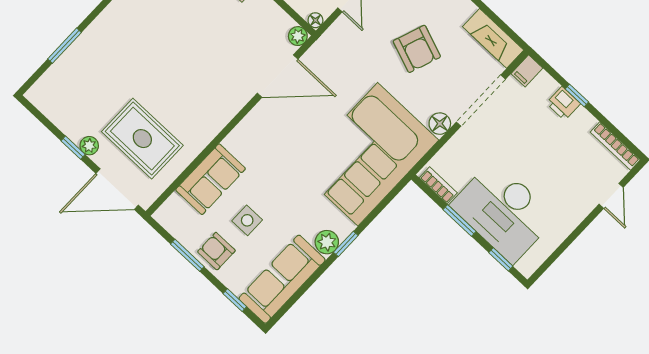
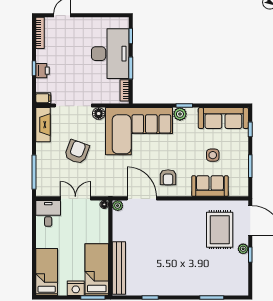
plant: (327, 242) -> (180, 114), moved
armchair: (216, 251) -> (168, 177), moved

